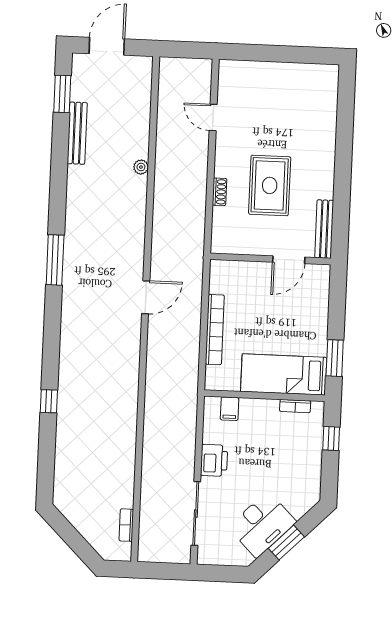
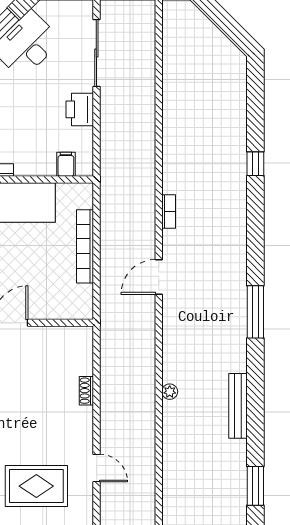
bench: (77, 133) -> (238, 406), moved
plant: (141, 167) -> (170, 392), moved
rug: (270, 185) -> (36, 486), moved, turned 90
bookcase: (126, 525) -> (169, 211), moved

